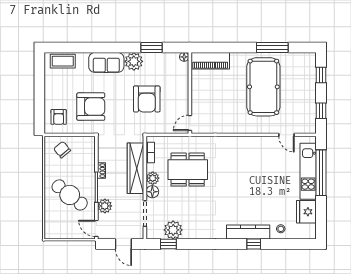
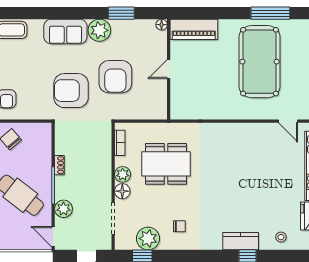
armchair: (91, 107) -> (71, 91), moved, turned 180
door: (190, 123) -> (169, 69), moved
wardrobe: (136, 168) -> (102, 162), removed
chair: (199, 220) -> (179, 226), added
kitchen counter: (248, 232) -> (241, 241), width x0.67

